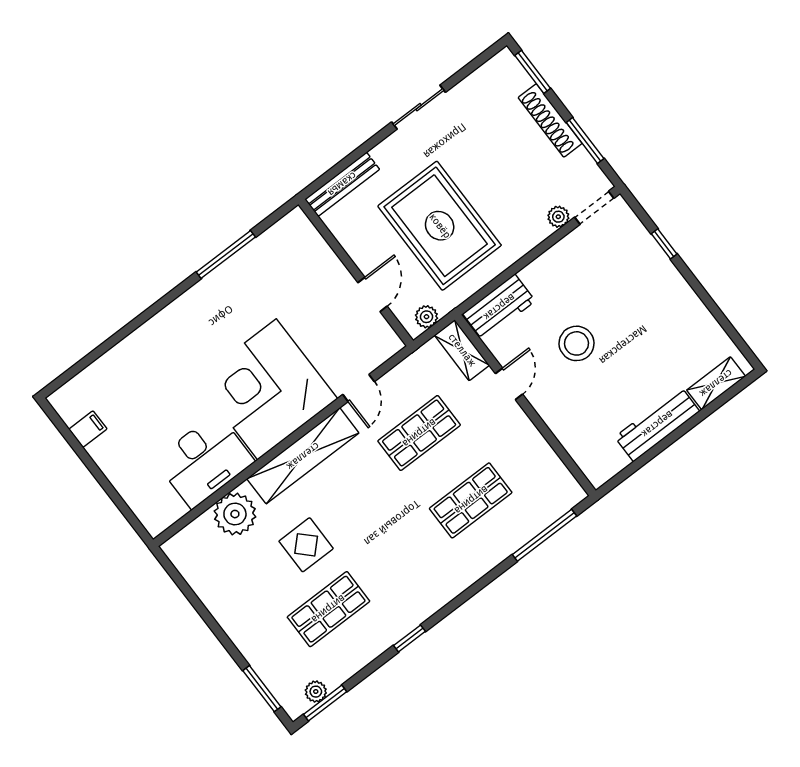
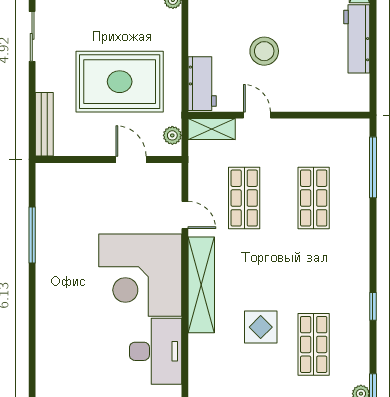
plant: (235, 514) -> (205, 358), removed

